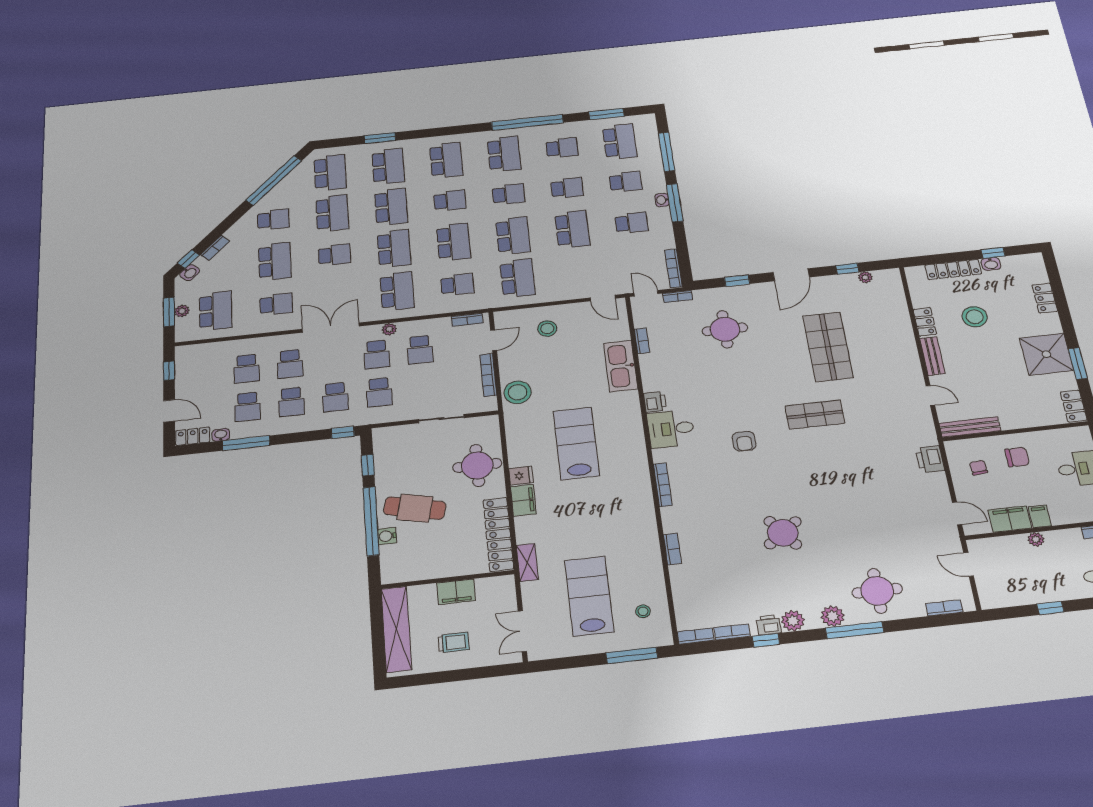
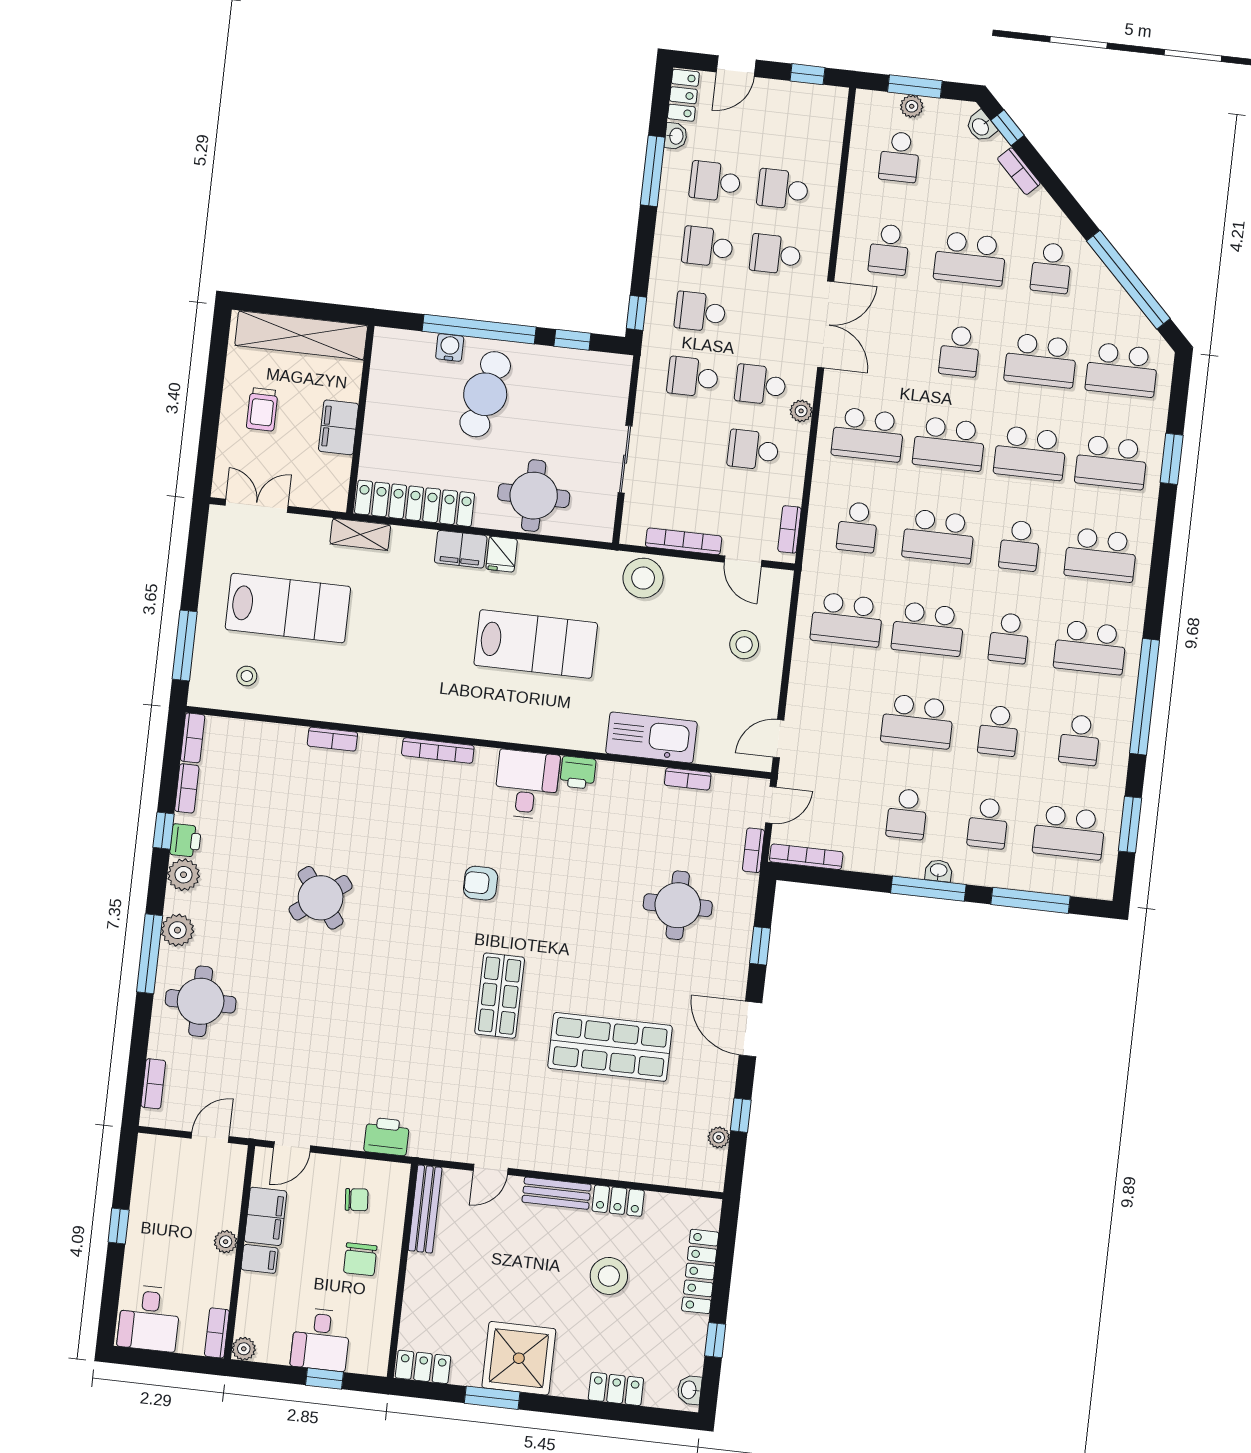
washbasin: (991, 264) -> (689, 1390), moved
school desk: (216, 311) -> (900, 157), width x0.54

